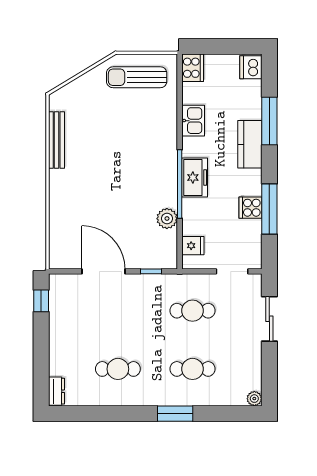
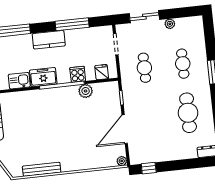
kitchen counter: (250, 144) -> (49, 40), moved
freezer: (195, 177) -> (43, 77), moved
cooker: (250, 208) -> (78, 74), moved, turned 180
plant: (56, 262) -> (122, 161), added
cafe table: (118, 369) -> (188, 113), width x1.37, depth x1.35
plant: (254, 399) -> (170, 24), moved

